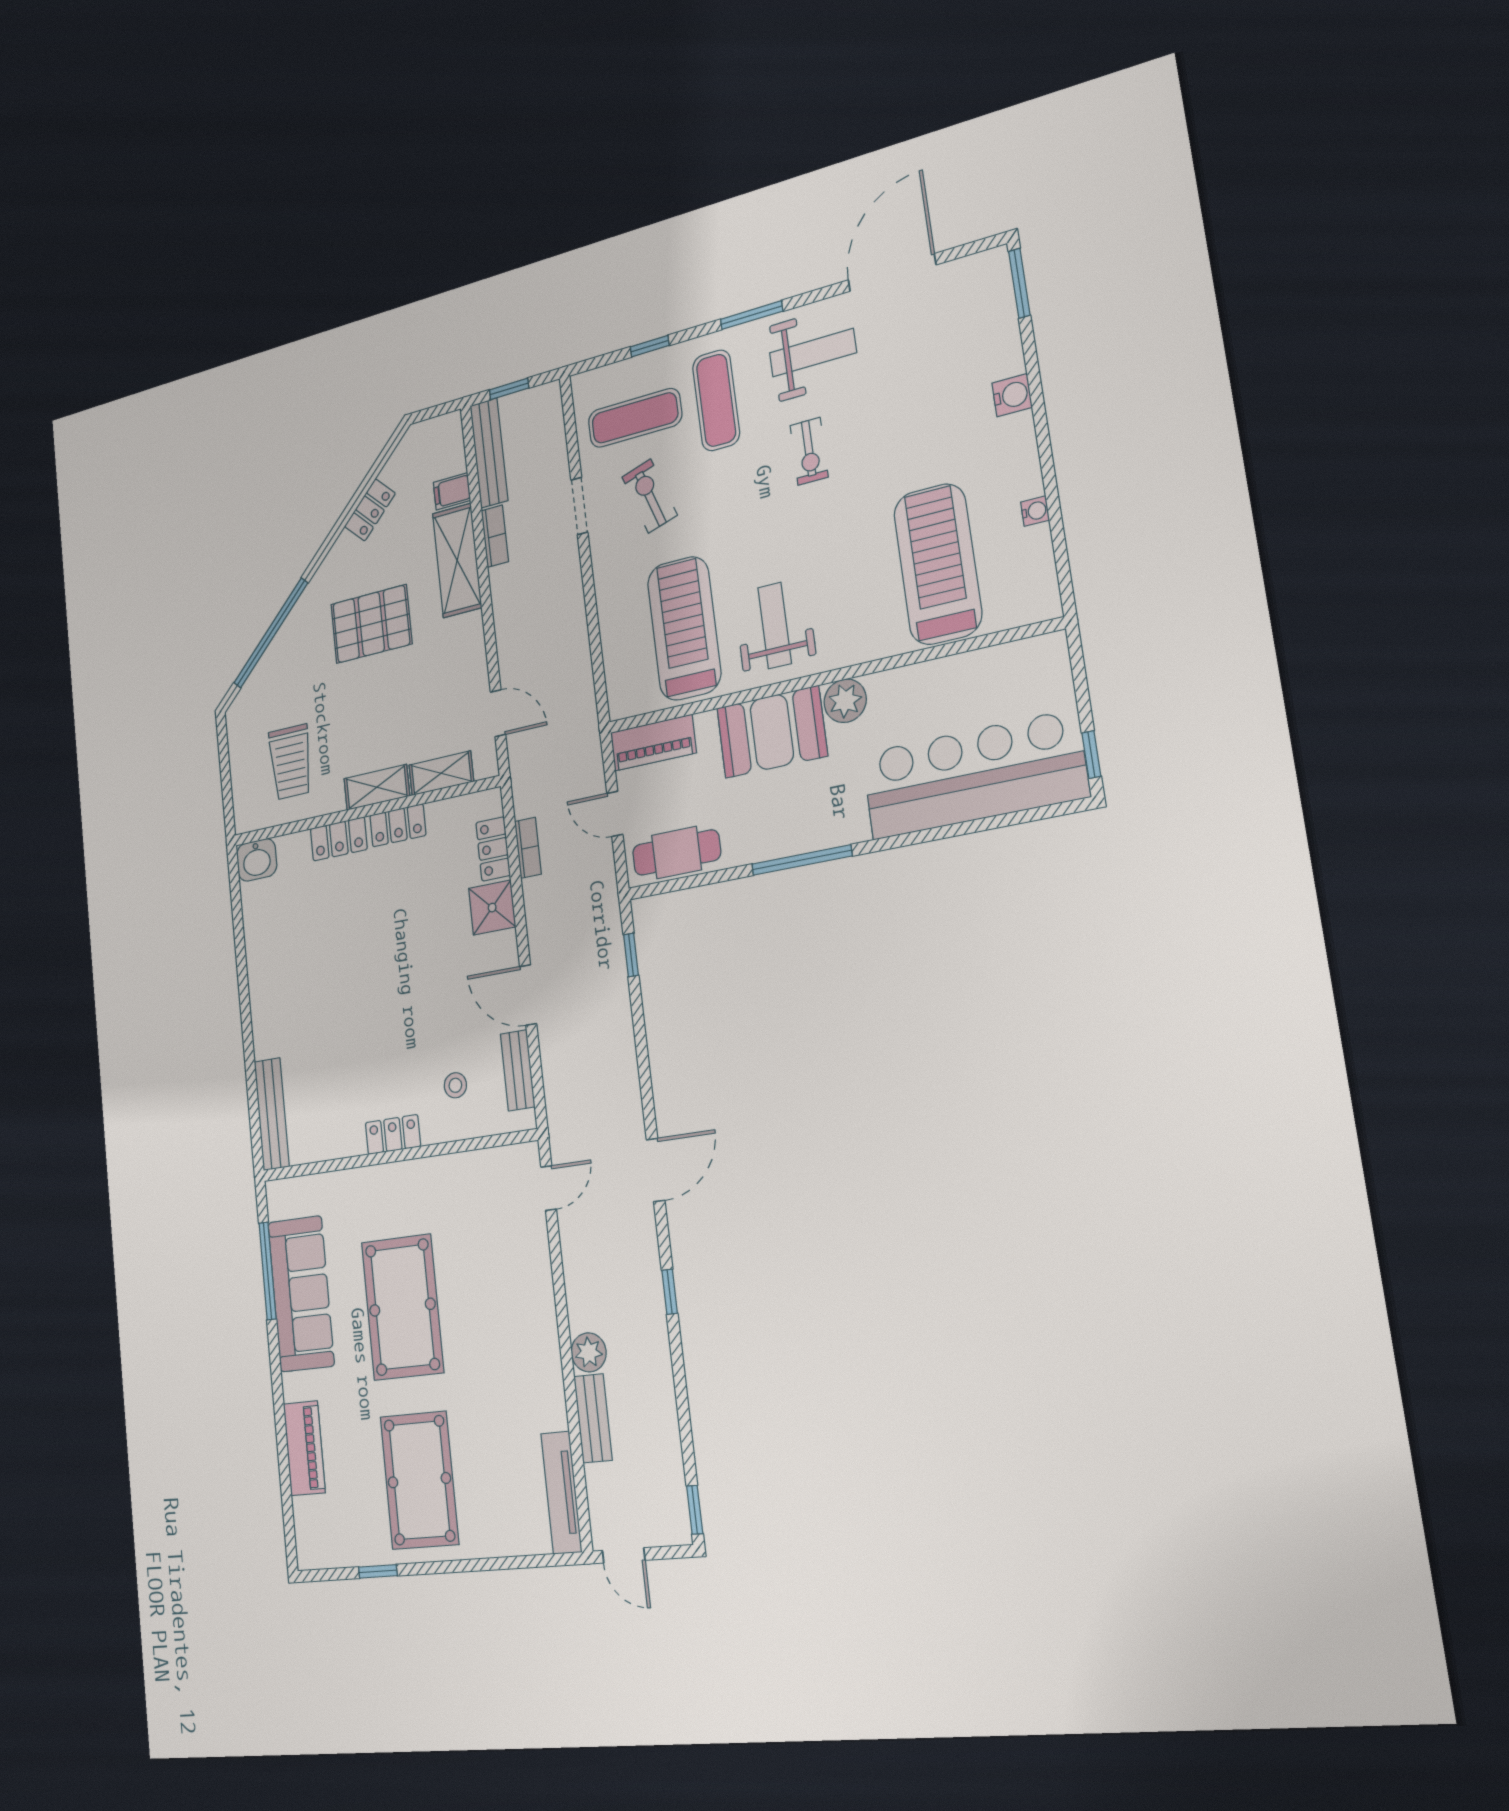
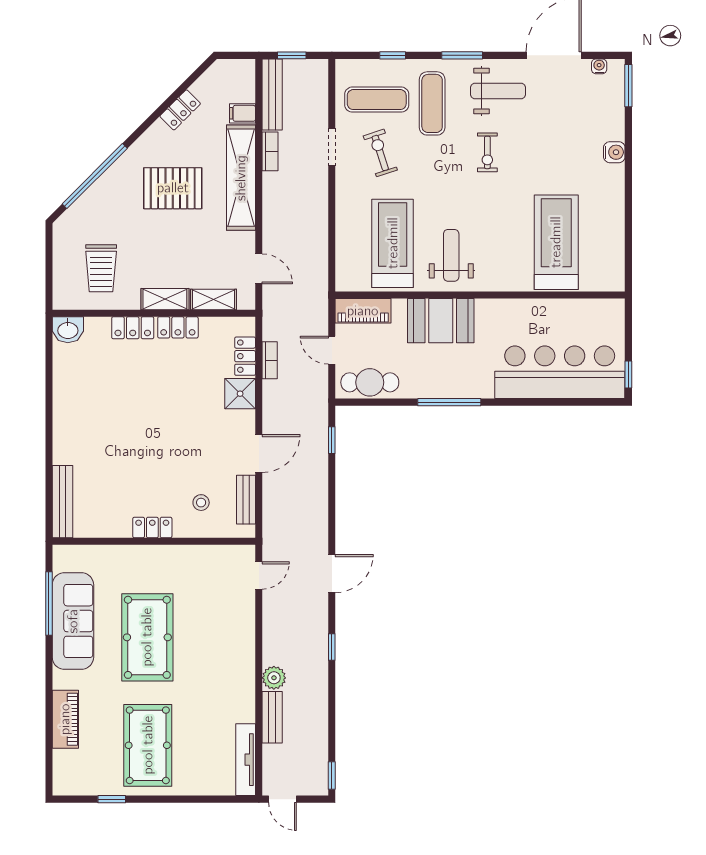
water cooler: (1035, 511) -> (599, 66), moved, turned -90
shelving: (457, 560) -> (241, 178), width x1.47
plant: (845, 701) -> (489, 312), removed
door: (528, 995) -> (259, 453), swing flipped

